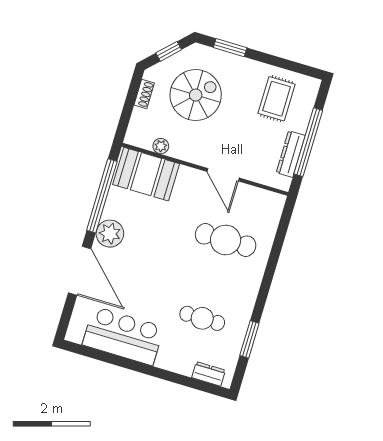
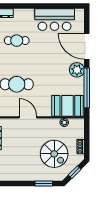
spiral stairs: (196, 95) -> (54, 154), turned -90
rug: (277, 99) -> (12, 164), removed

